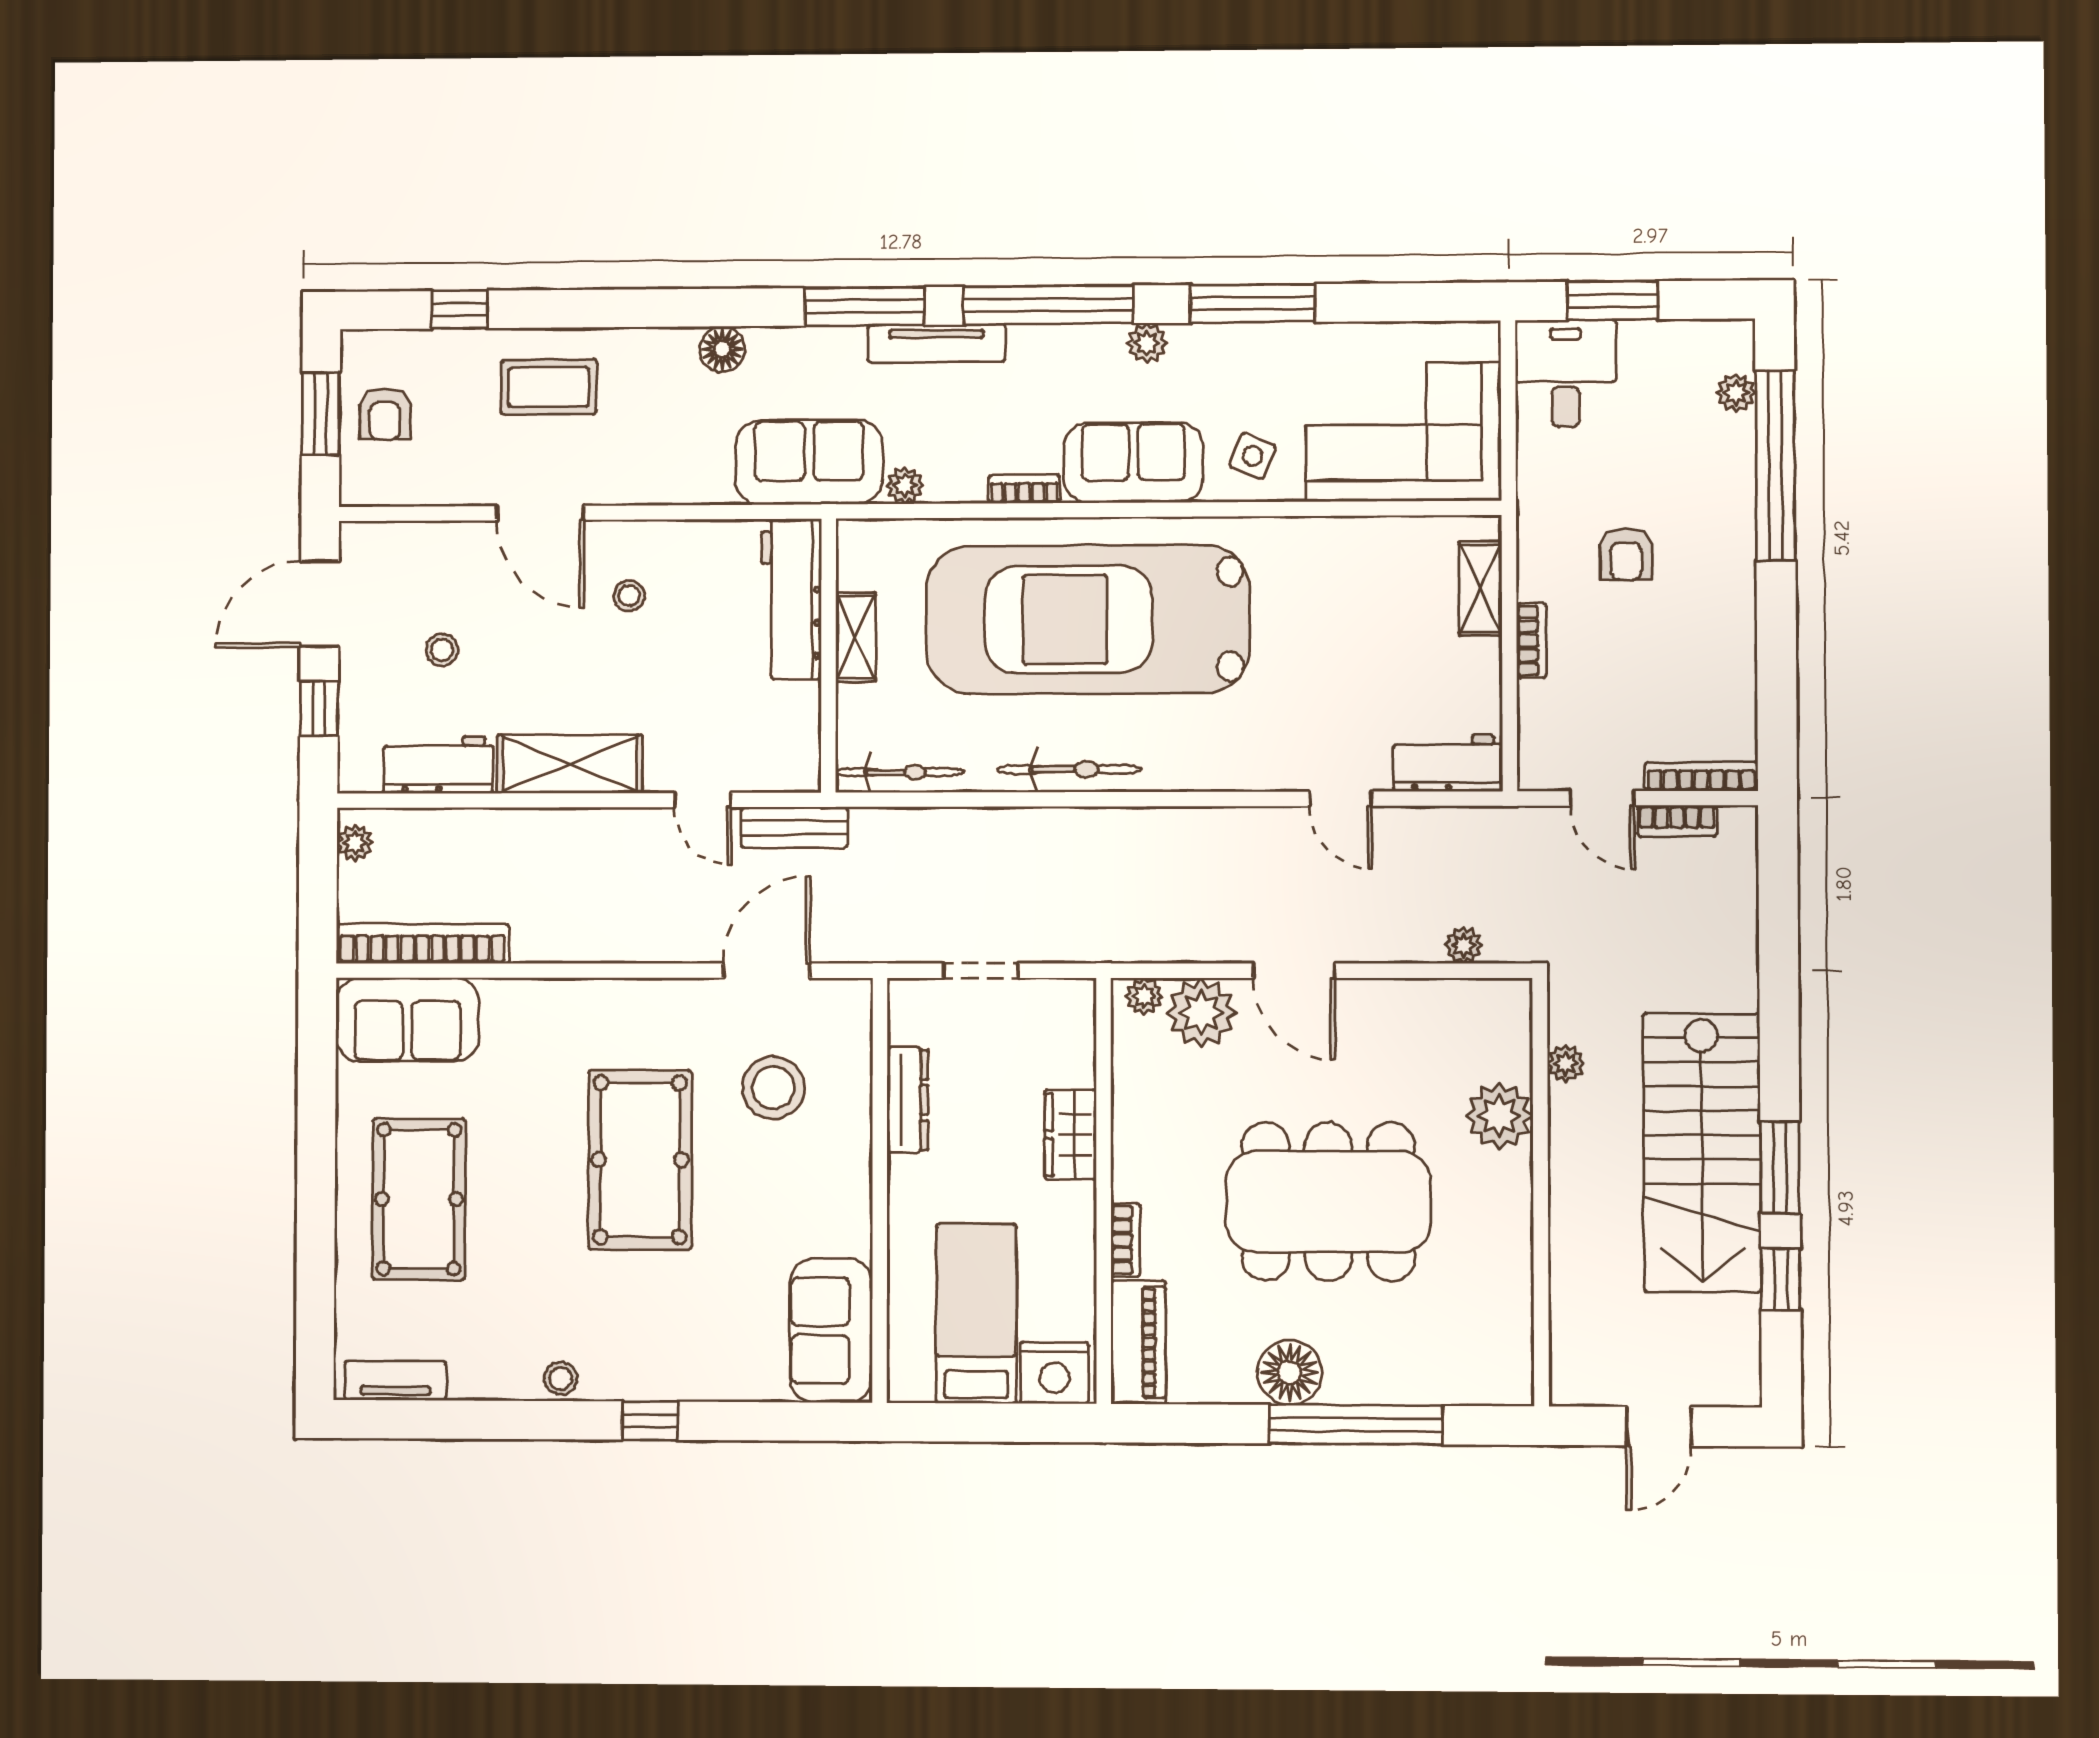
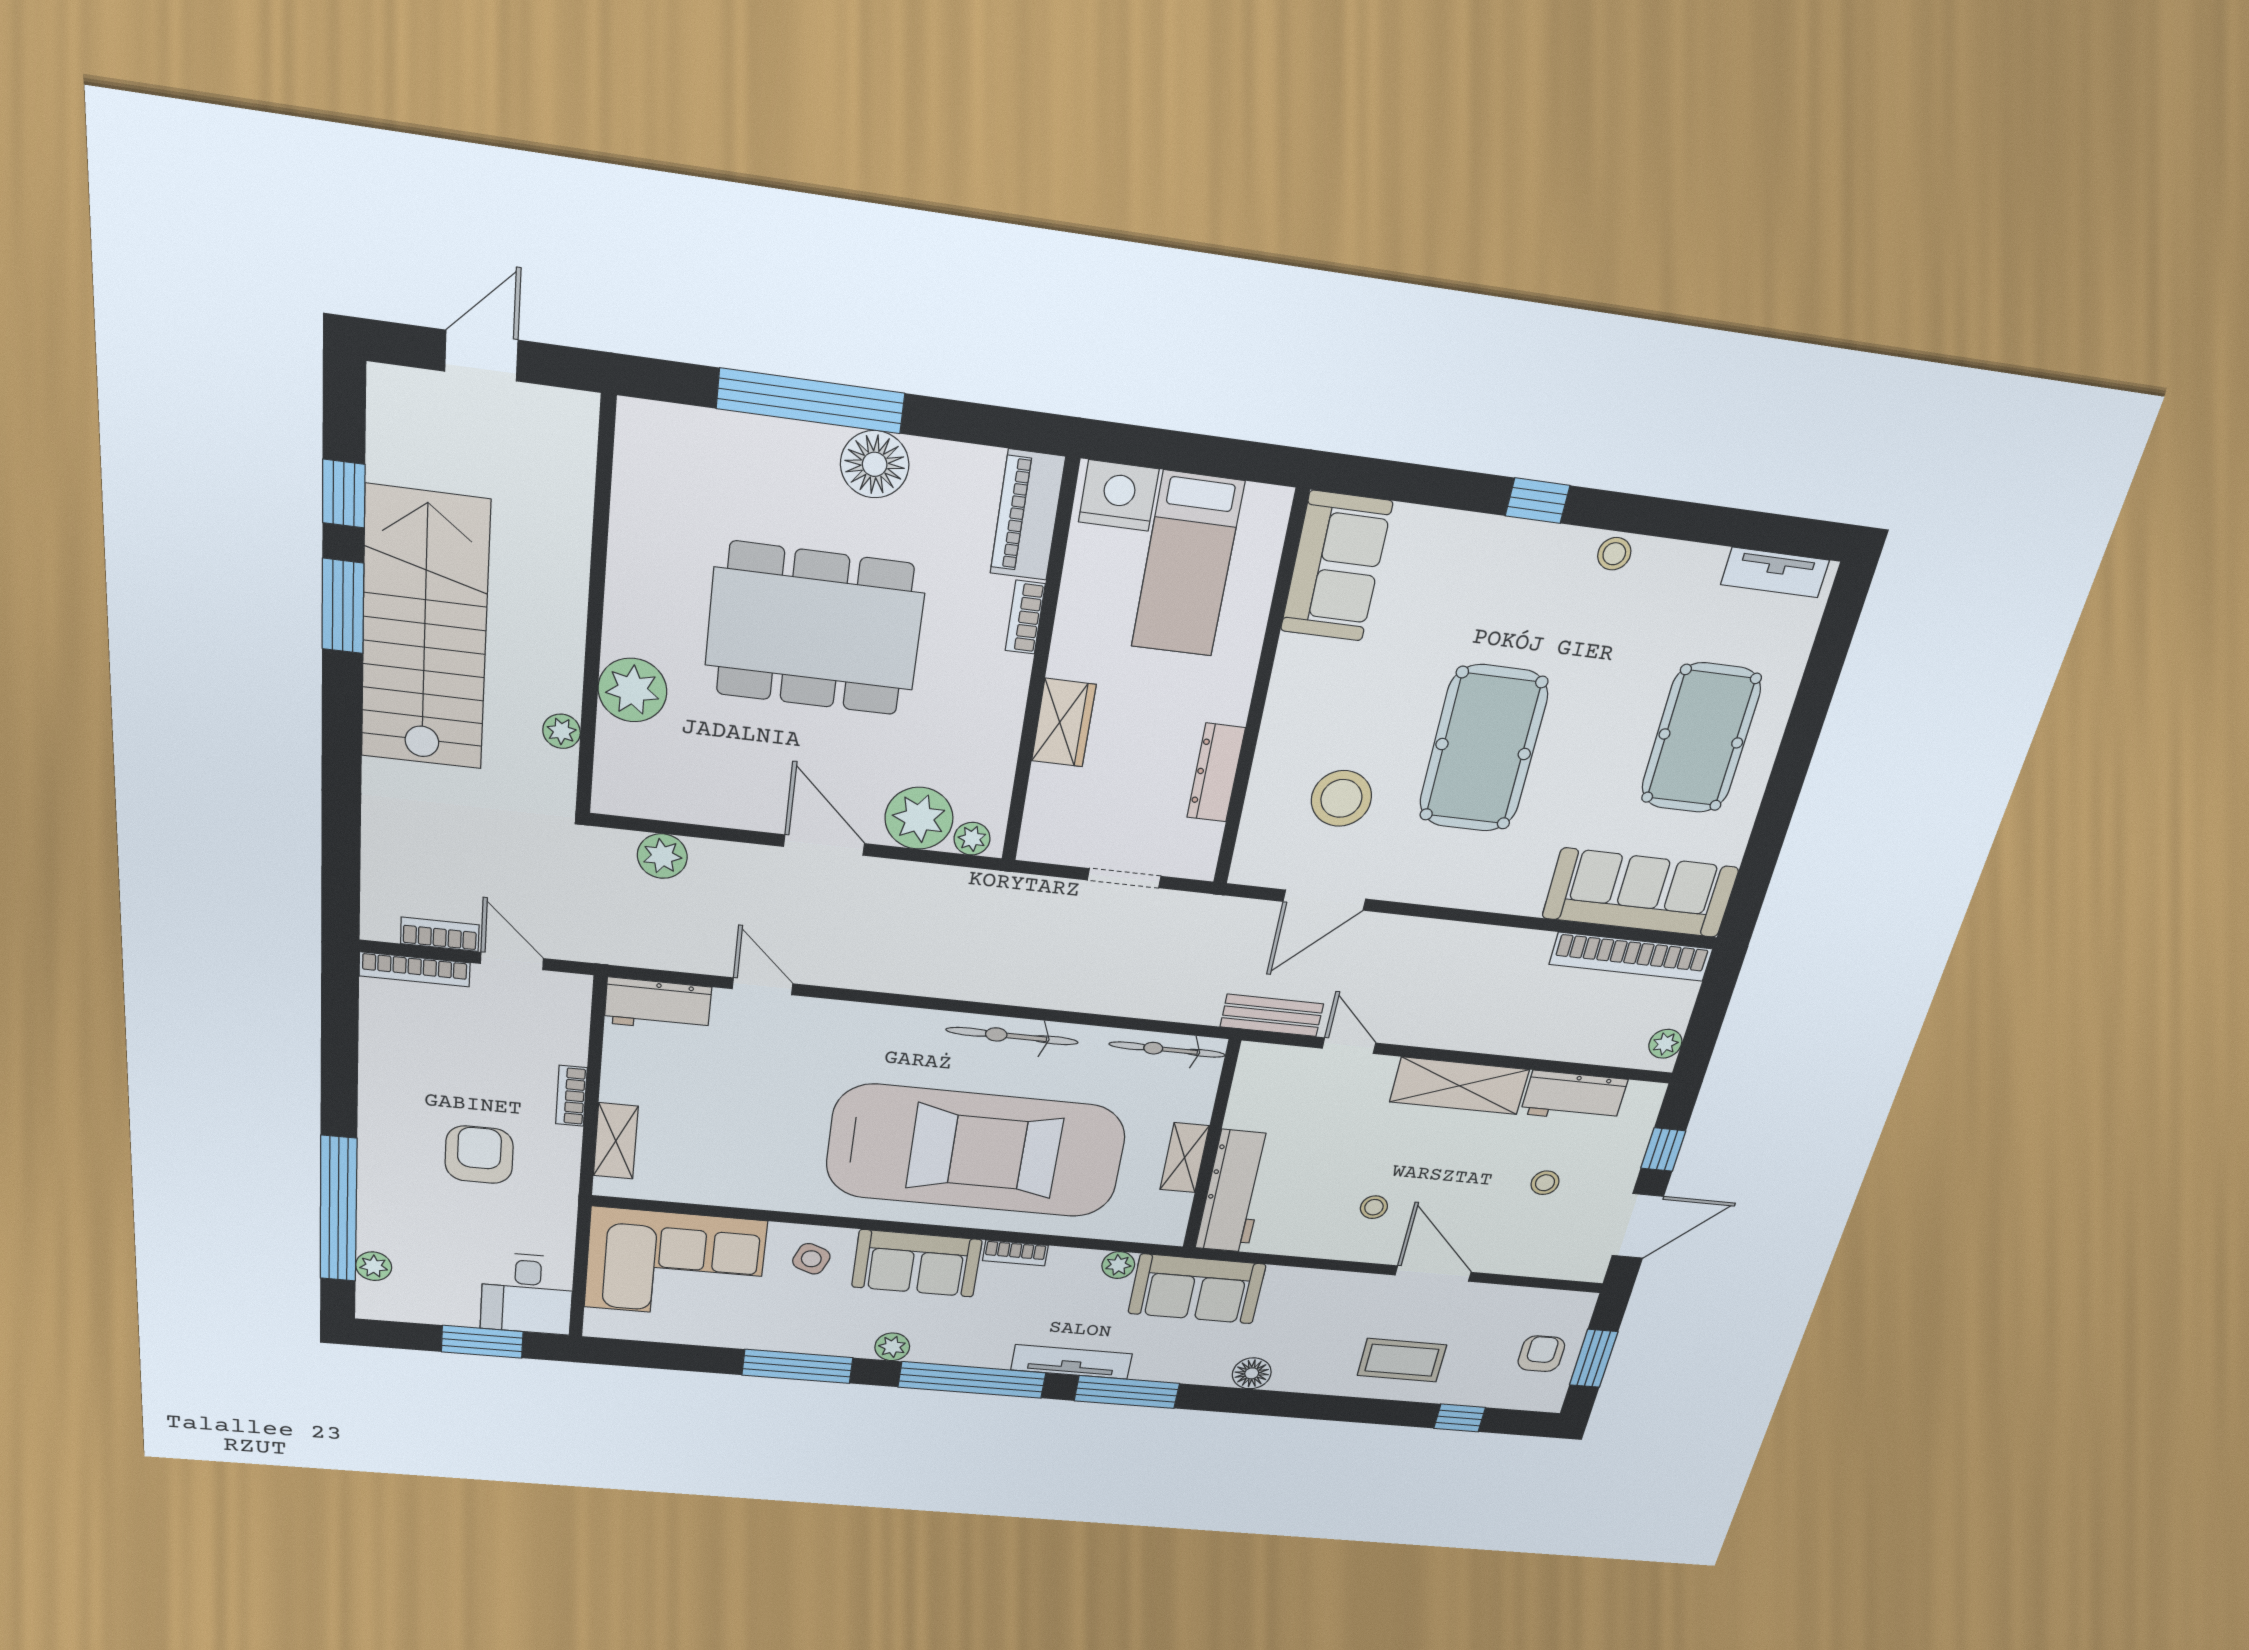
armchair: (1626, 554) -> (479, 1155), width x1.38, depth x1.38
plant: (1463, 945) -> (662, 856), width x1.38, depth x1.38
sofa: (407, 1020) -> (1640, 893), width x1.36

